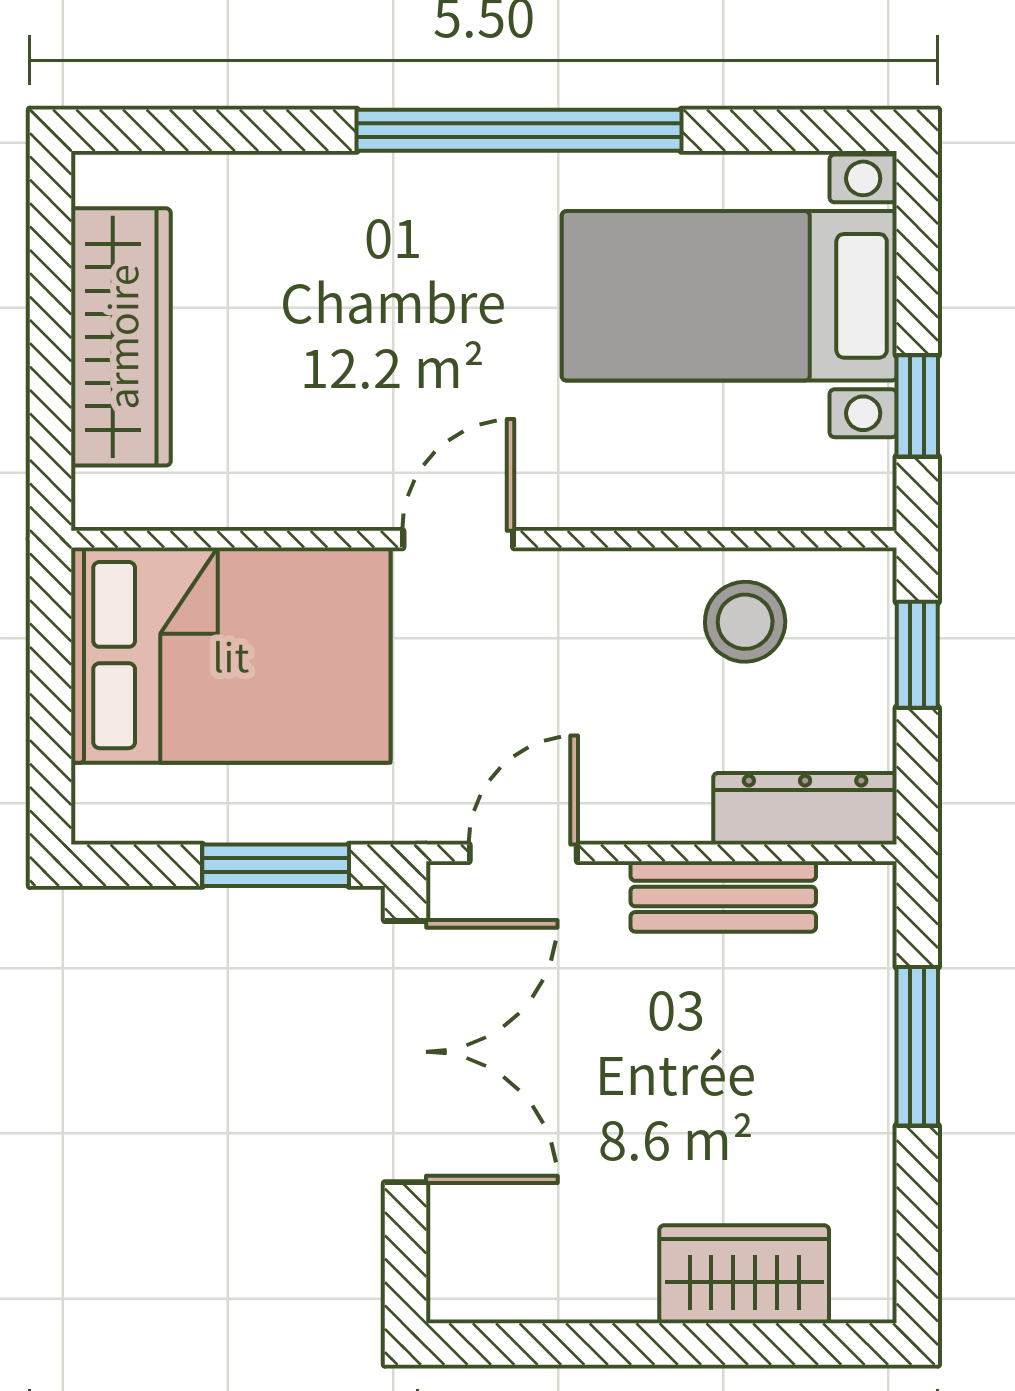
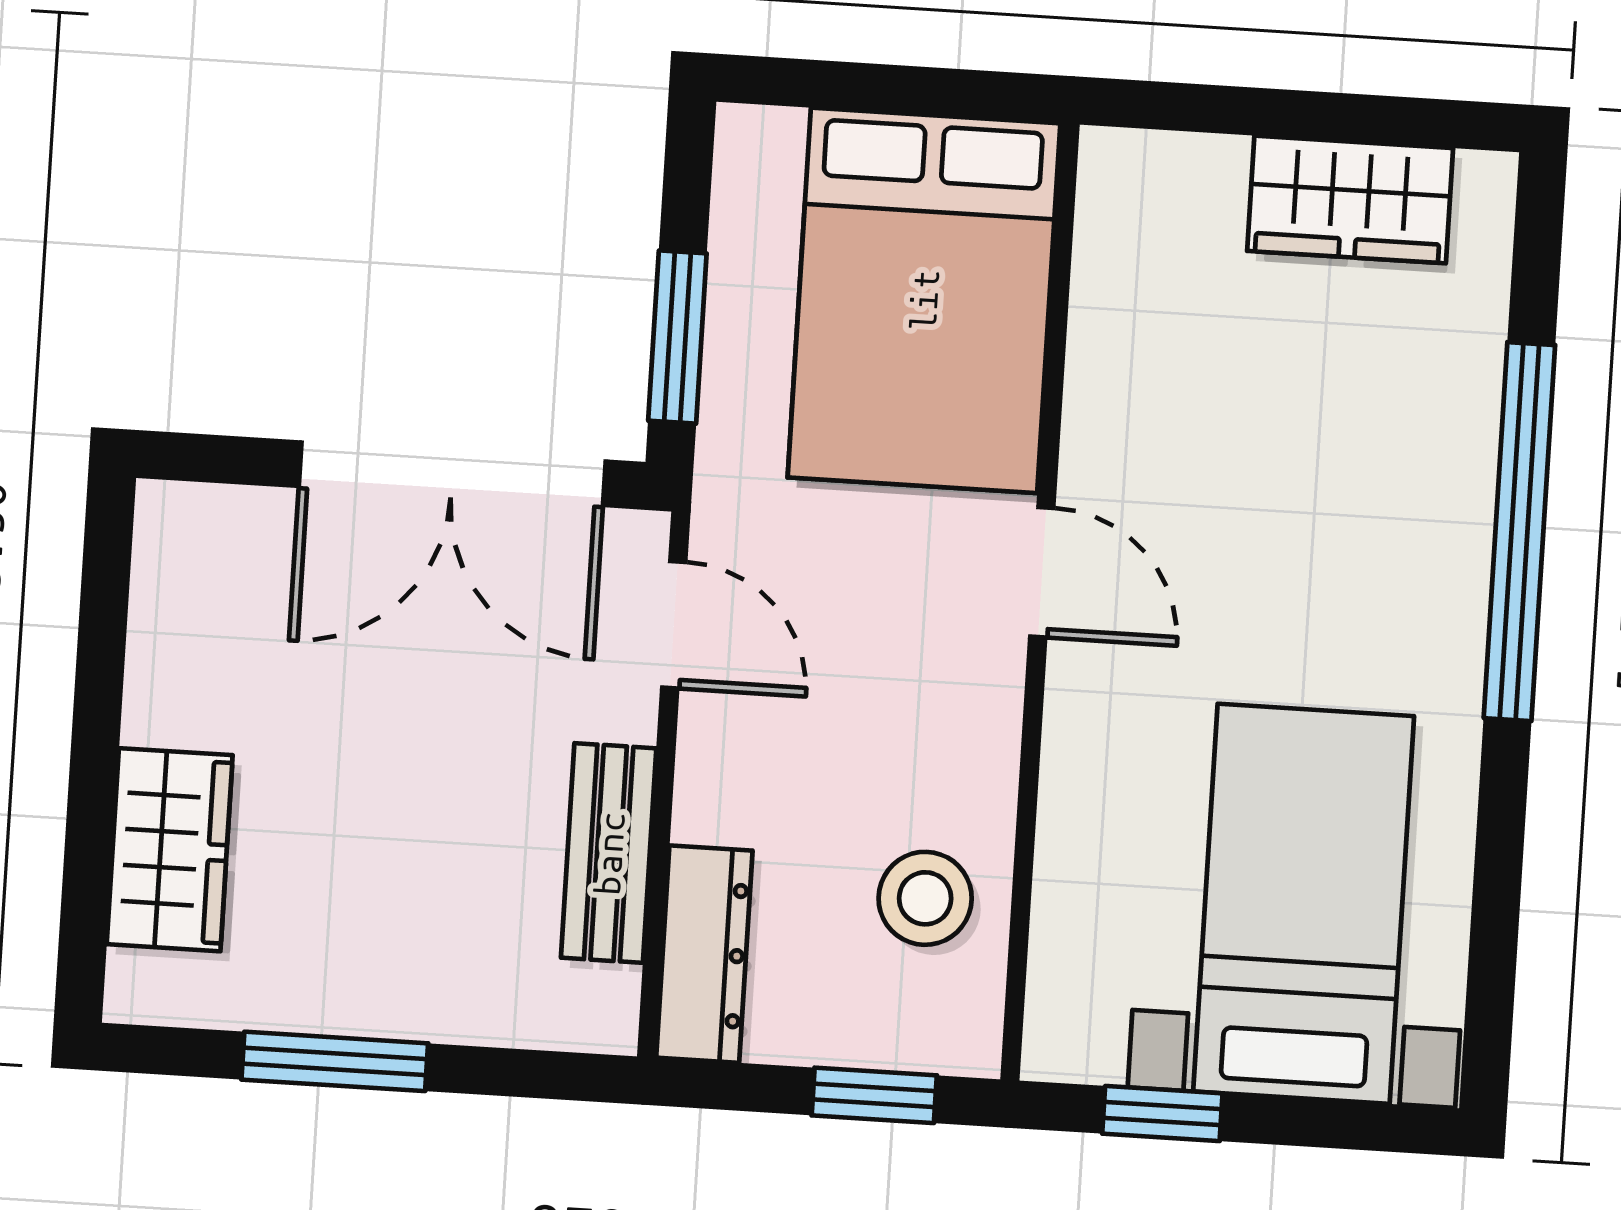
window: (519, 130) -> (1519, 532), moved
wardrobe: (121, 337) -> (1350, 199), width x0.67
window: (917, 1046) -> (335, 1061), moved

